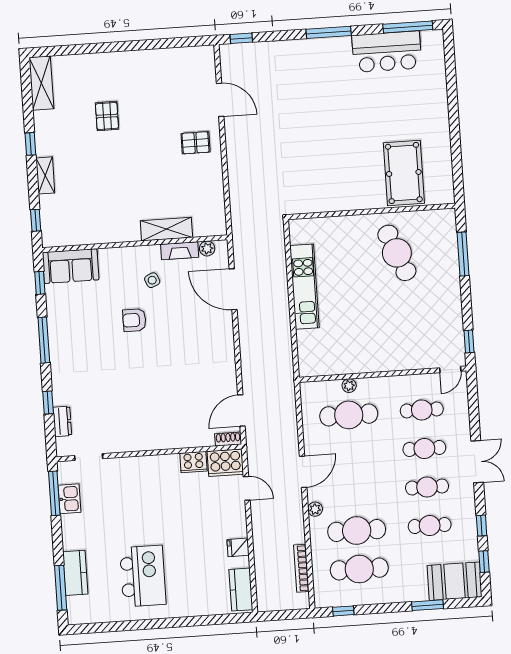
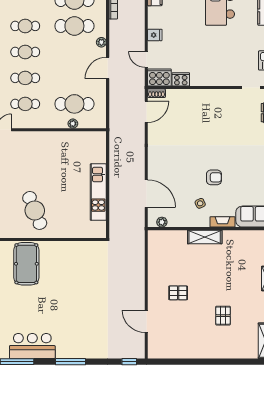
pallet: (196, 143) -> (178, 293), moved
shelving: (166, 229) -> (205, 237), moved
fireplace: (180, 251) -> (222, 222), moved
fridge: (238, 547) -> (155, 35), moved

